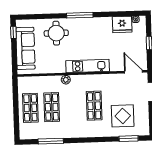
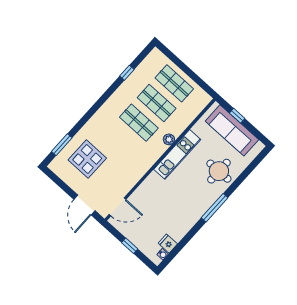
fridge: (122, 24) -> (168, 244), width x0.53, depth x0.75
window: (13, 33) -> (237, 116), moved
kitchen unit: (88, 66) -> (177, 154), moved
shop shelf: (94, 106) -> (139, 123), moved
window: (51, 141) -> (127, 73), width x0.46

